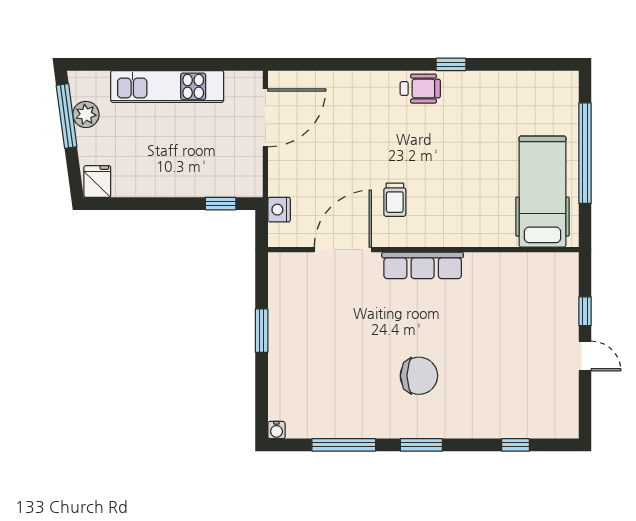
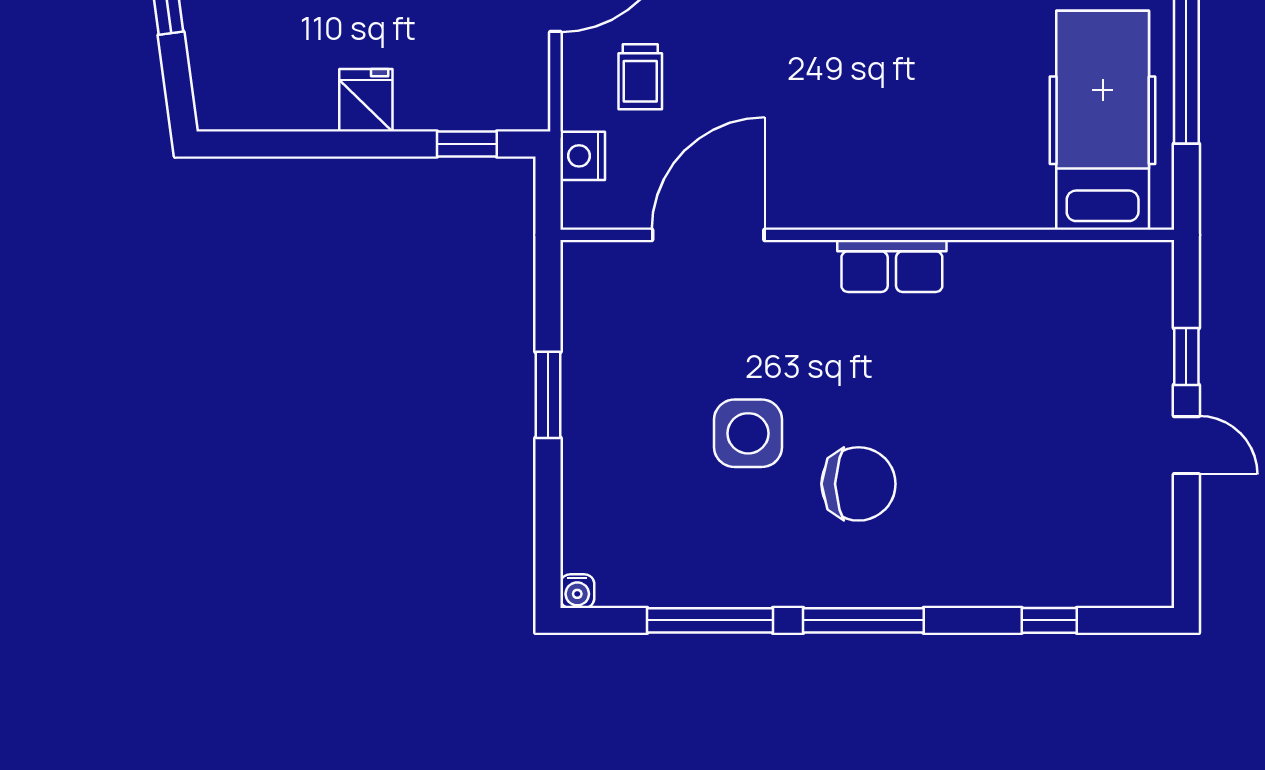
fridge: (97, 181) -> (366, 100), moved
trolley: (395, 200) -> (640, 77), moved
row of seats: (423, 265) -> (892, 266), width x0.68
side table: (363, 350) -> (748, 433), added
window: (421, 445) -> (863, 620), width x1.44

